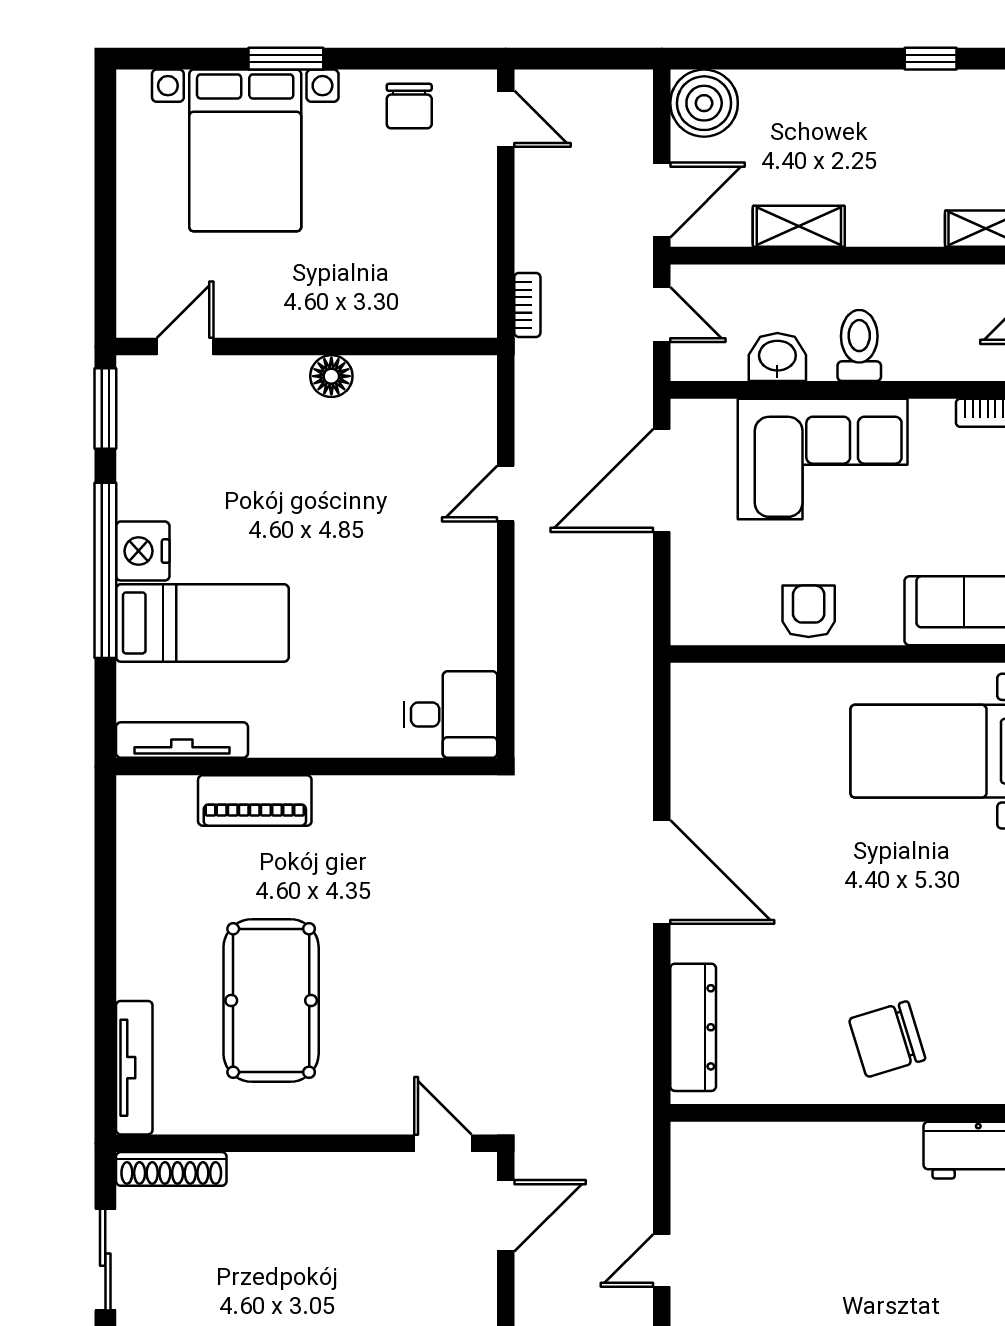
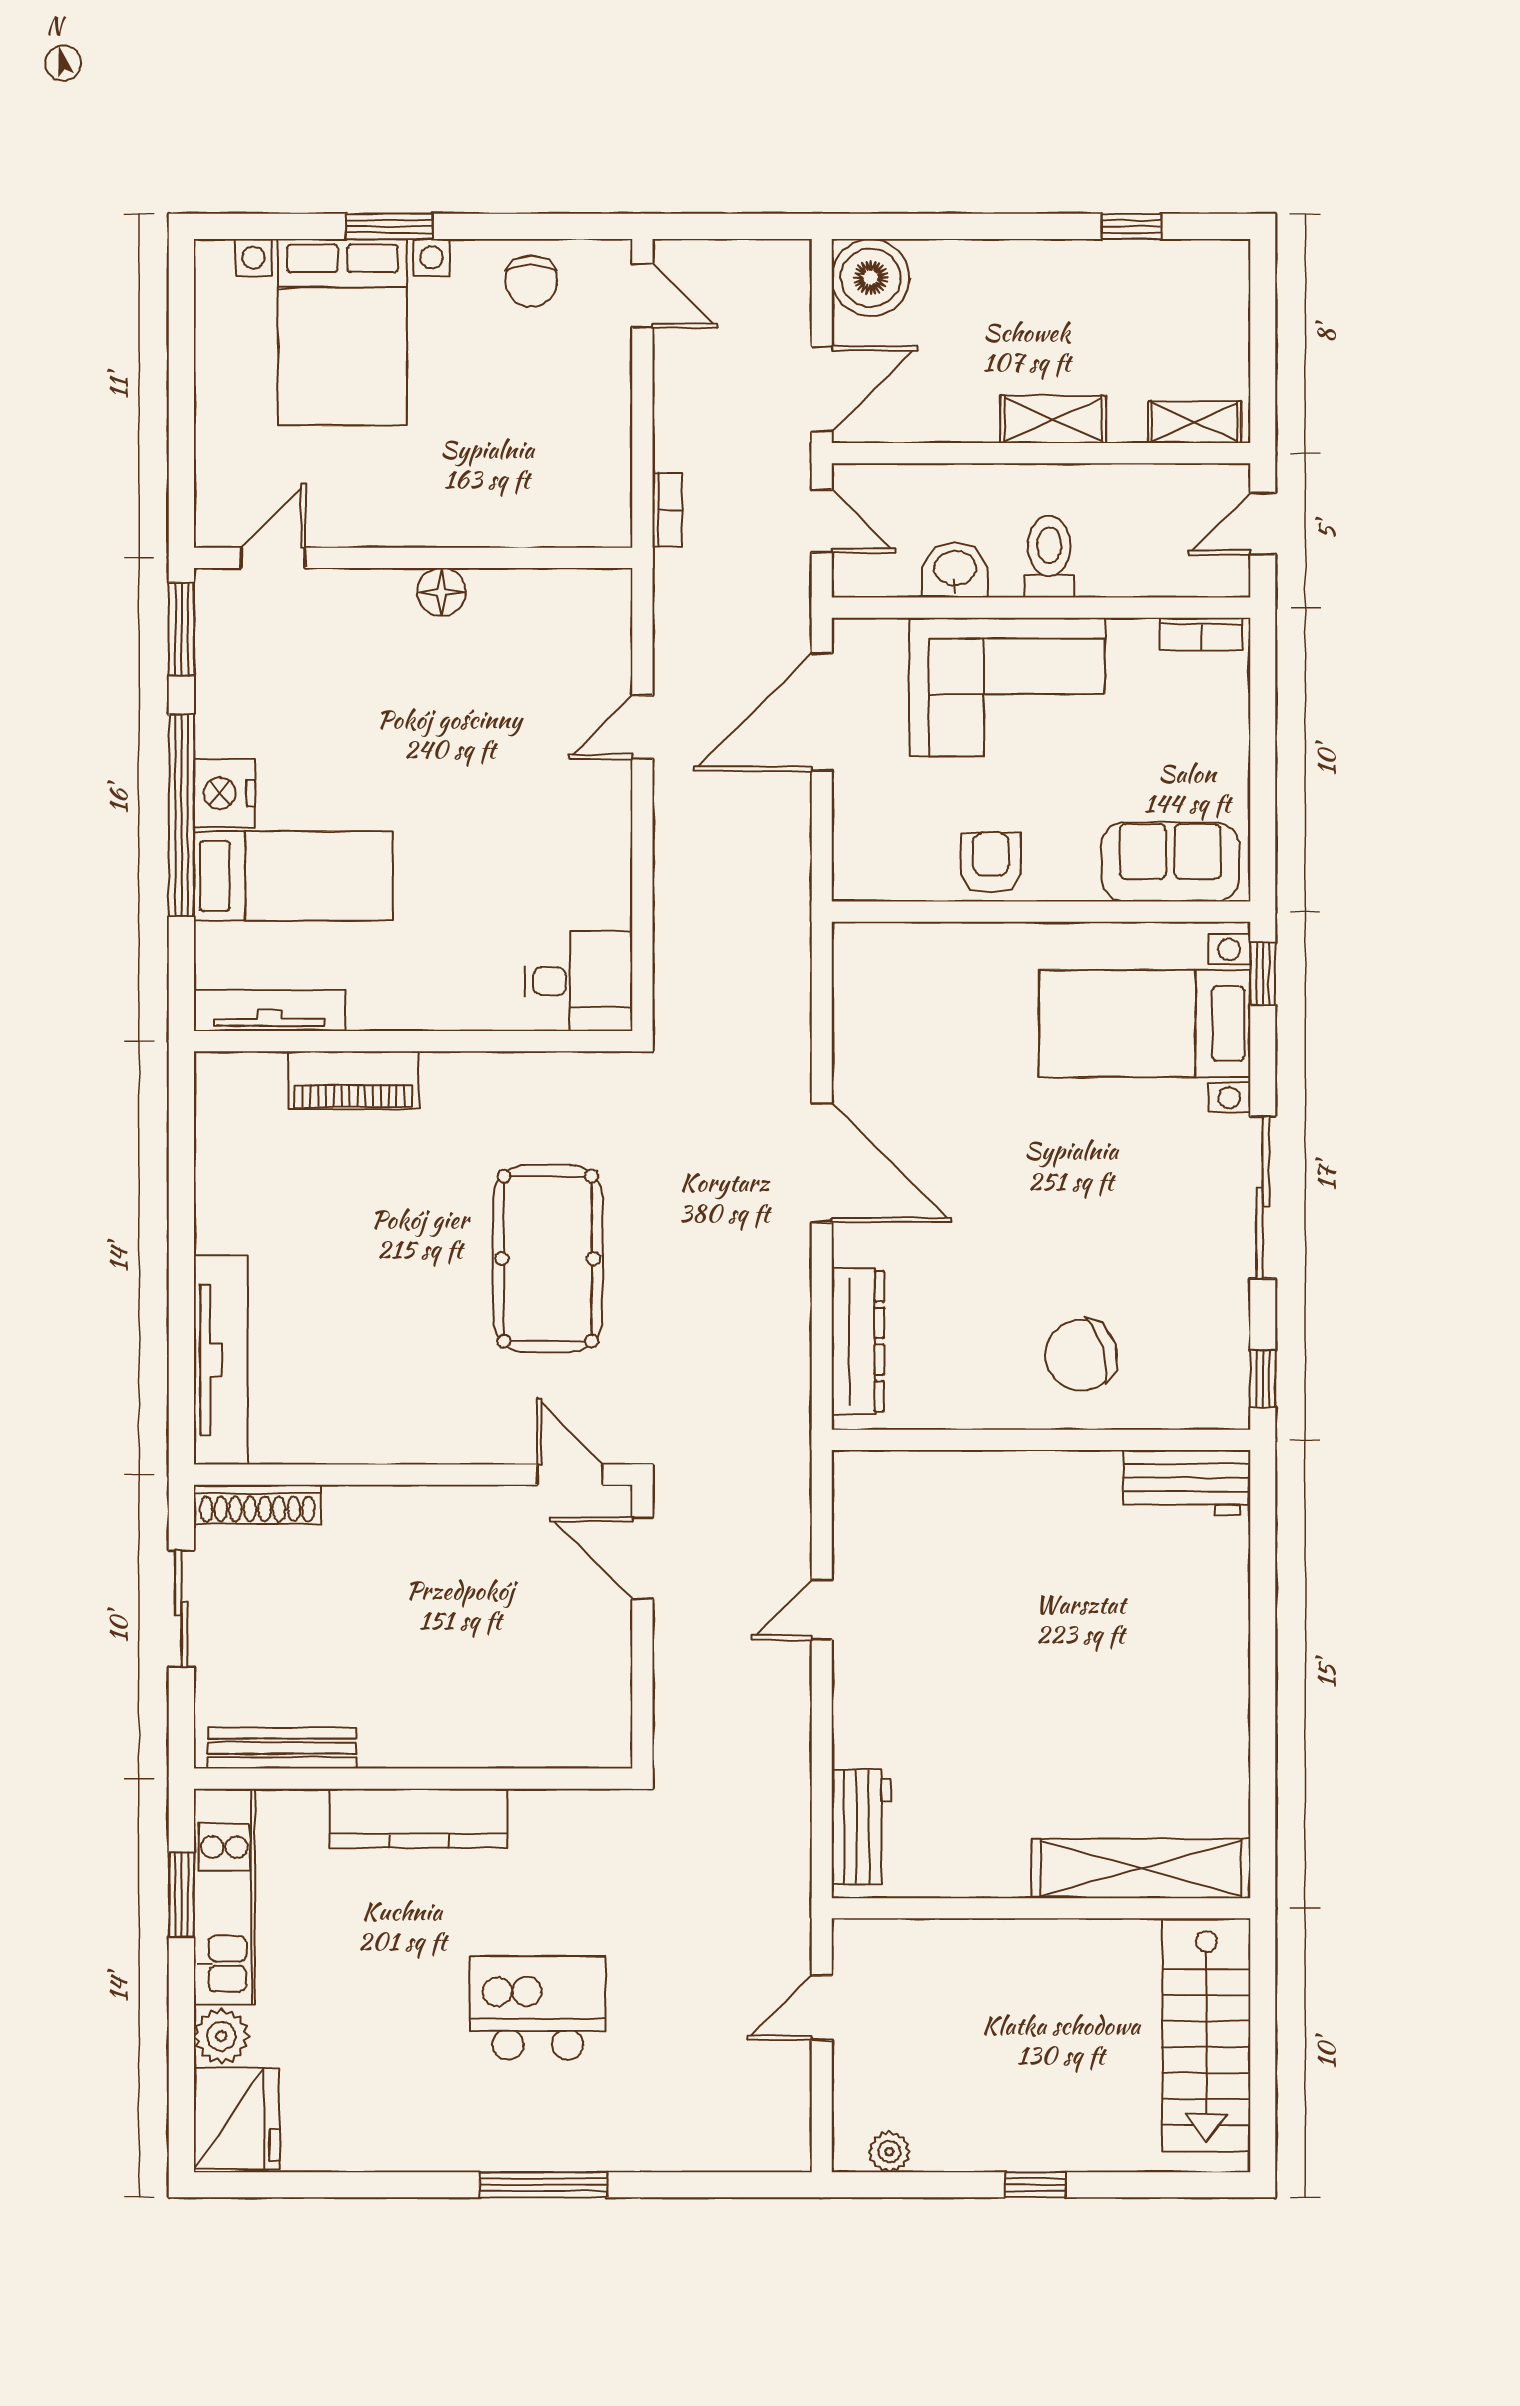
shelving: (799, 226) -> (1053, 419), moved
pool table: (271, 1001) -> (548, 1259), moved
tv unit: (134, 1068) -> (221, 1360), width x1.36, depth x1.29
door: (506, 1216) -> (642, 1558), swing flipped

